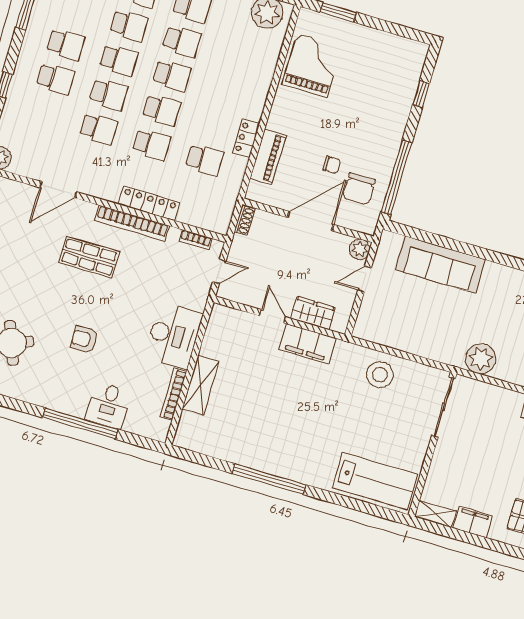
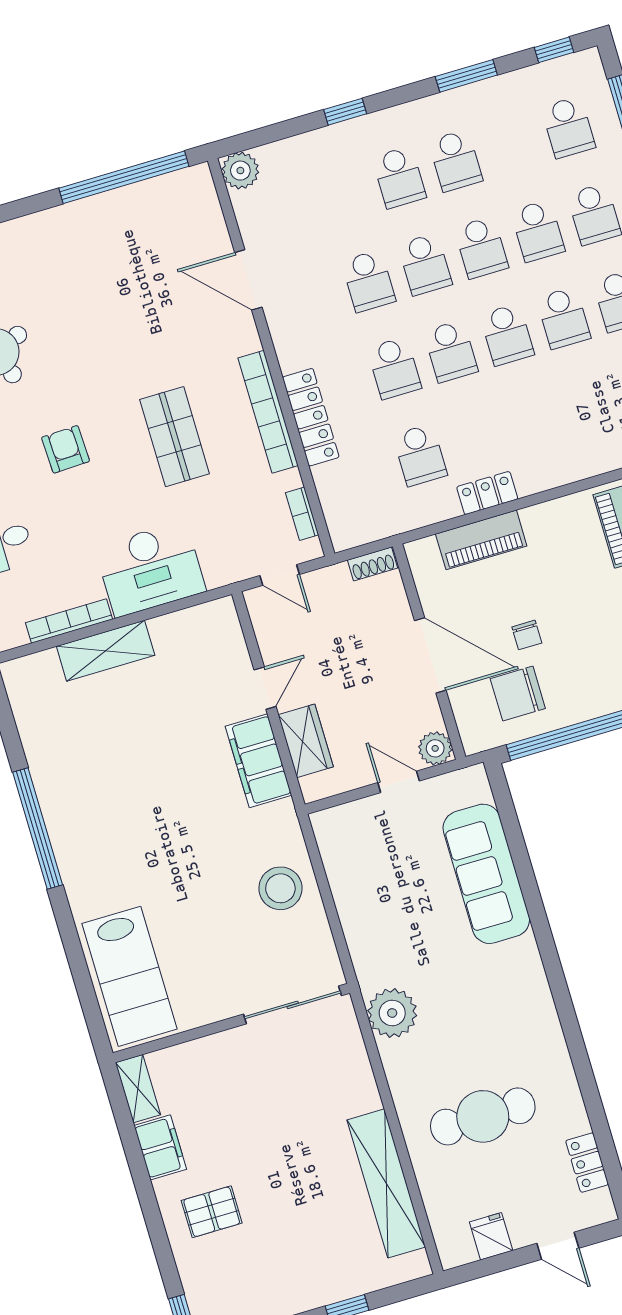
shop shelf: (89, 257) -> (175, 437), moved

